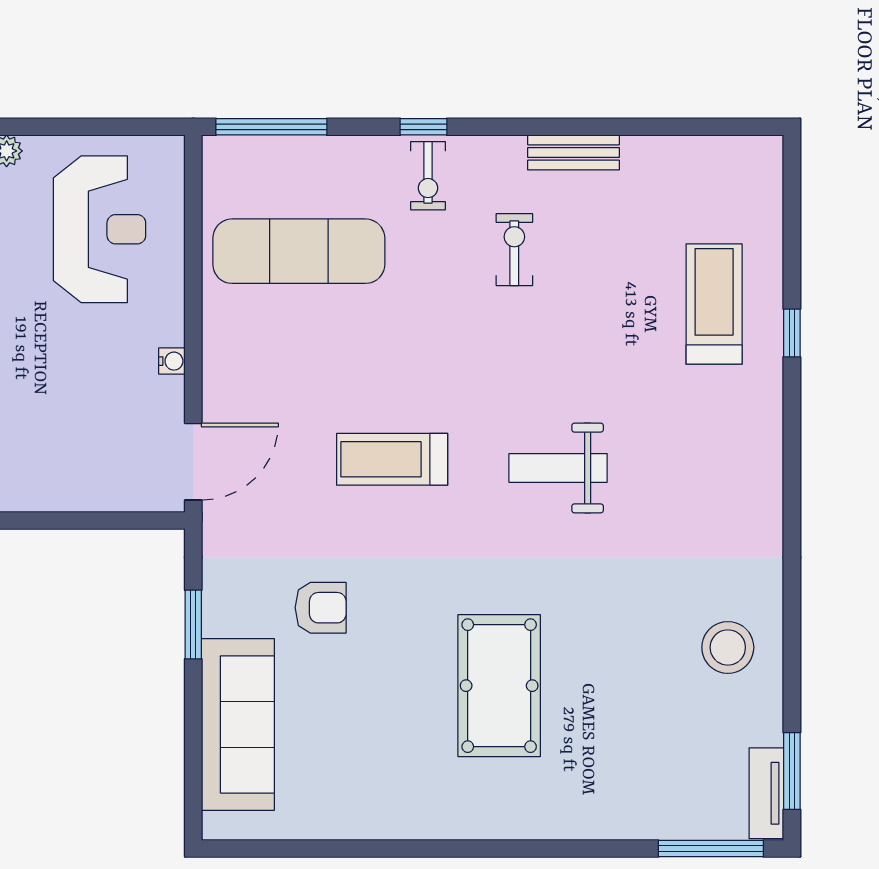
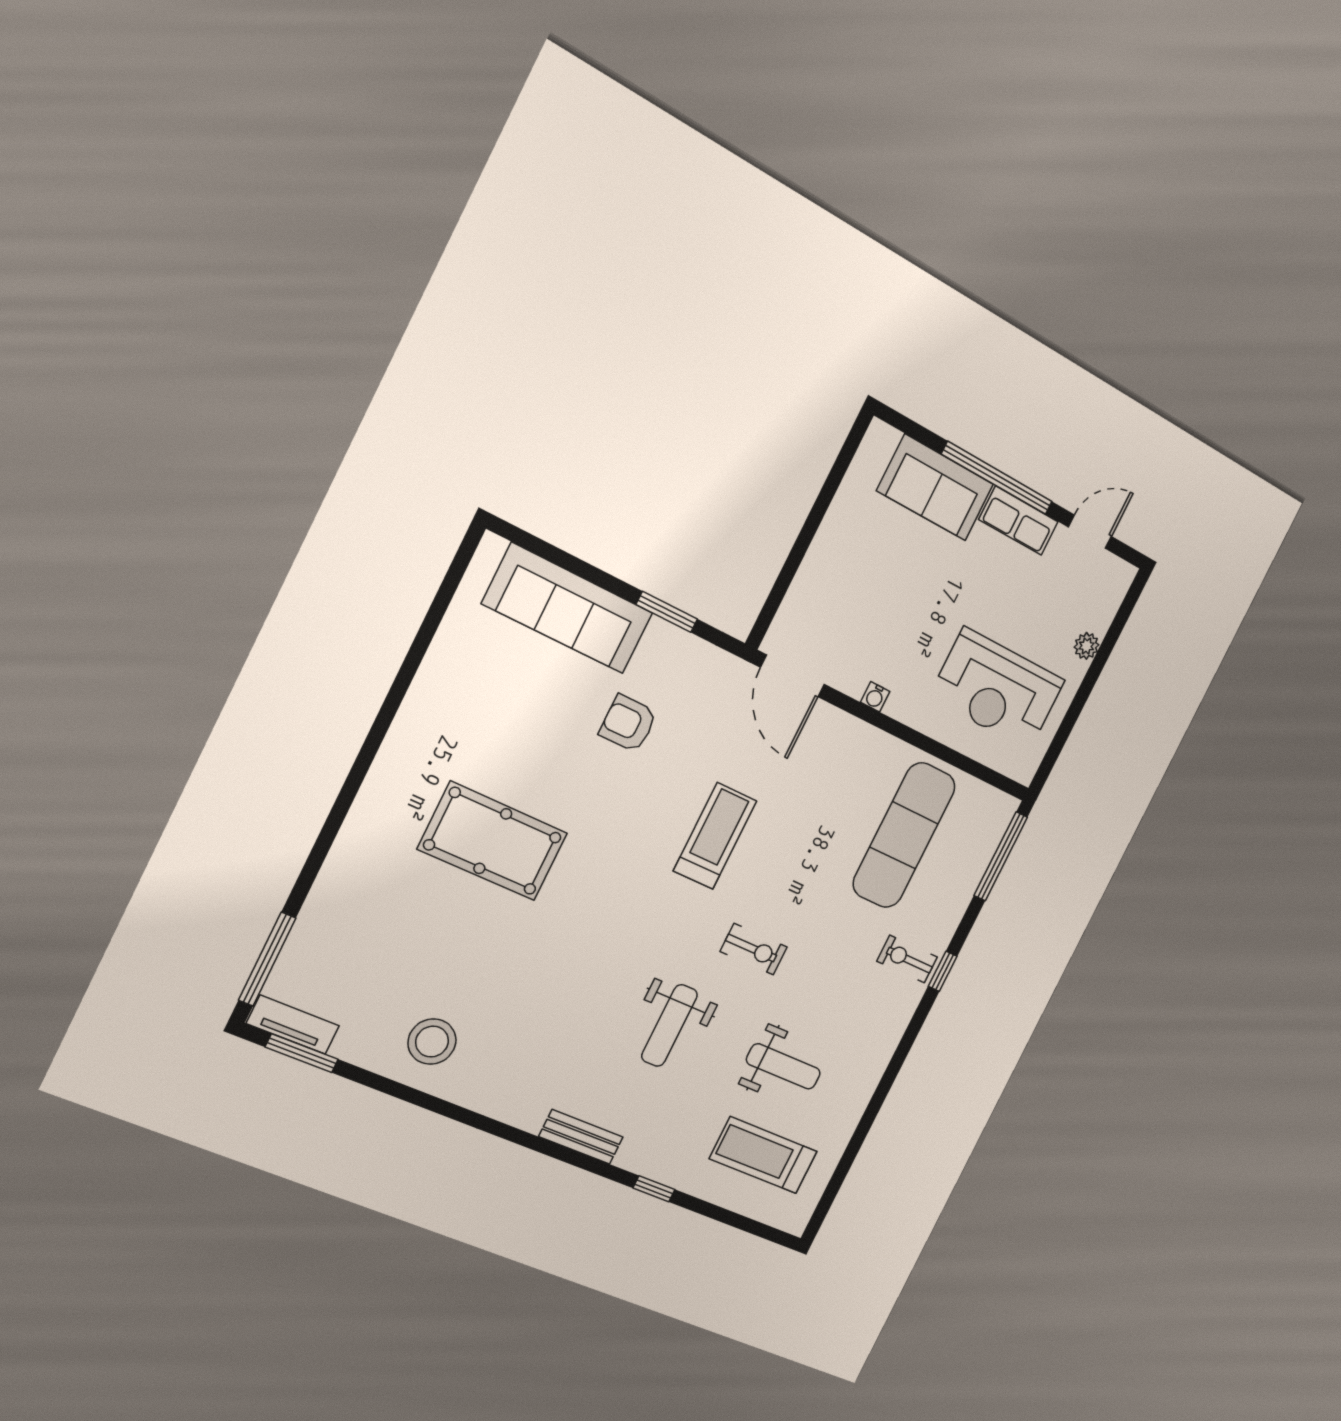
bench: (573, 152) -> (581, 1137), moved, turned 90
exercise bike: (514, 250) -> (754, 949), moved
weight bench: (602, 256) -> (783, 1066), added
treadmill: (714, 304) -> (763, 1155), moved, turned 180
weight bench: (558, 468) -> (669, 1025), moved, turned 180
armchair: (321, 608) -> (628, 723), turned 90

